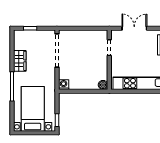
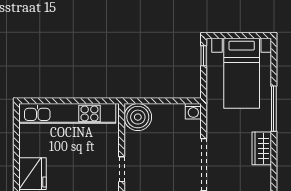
boiler: (103, 85) -> (138, 117), width x1.86, depth x1.86

